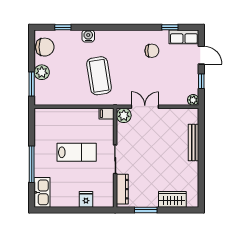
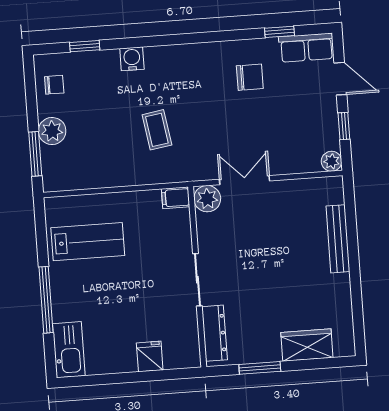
chair: (45, 47) -> (54, 85), width x0.54, depth x0.54
coffee table: (99, 76) -> (157, 130), width x0.54, depth x0.58
lab bench: (77, 152) -> (88, 242), moved

